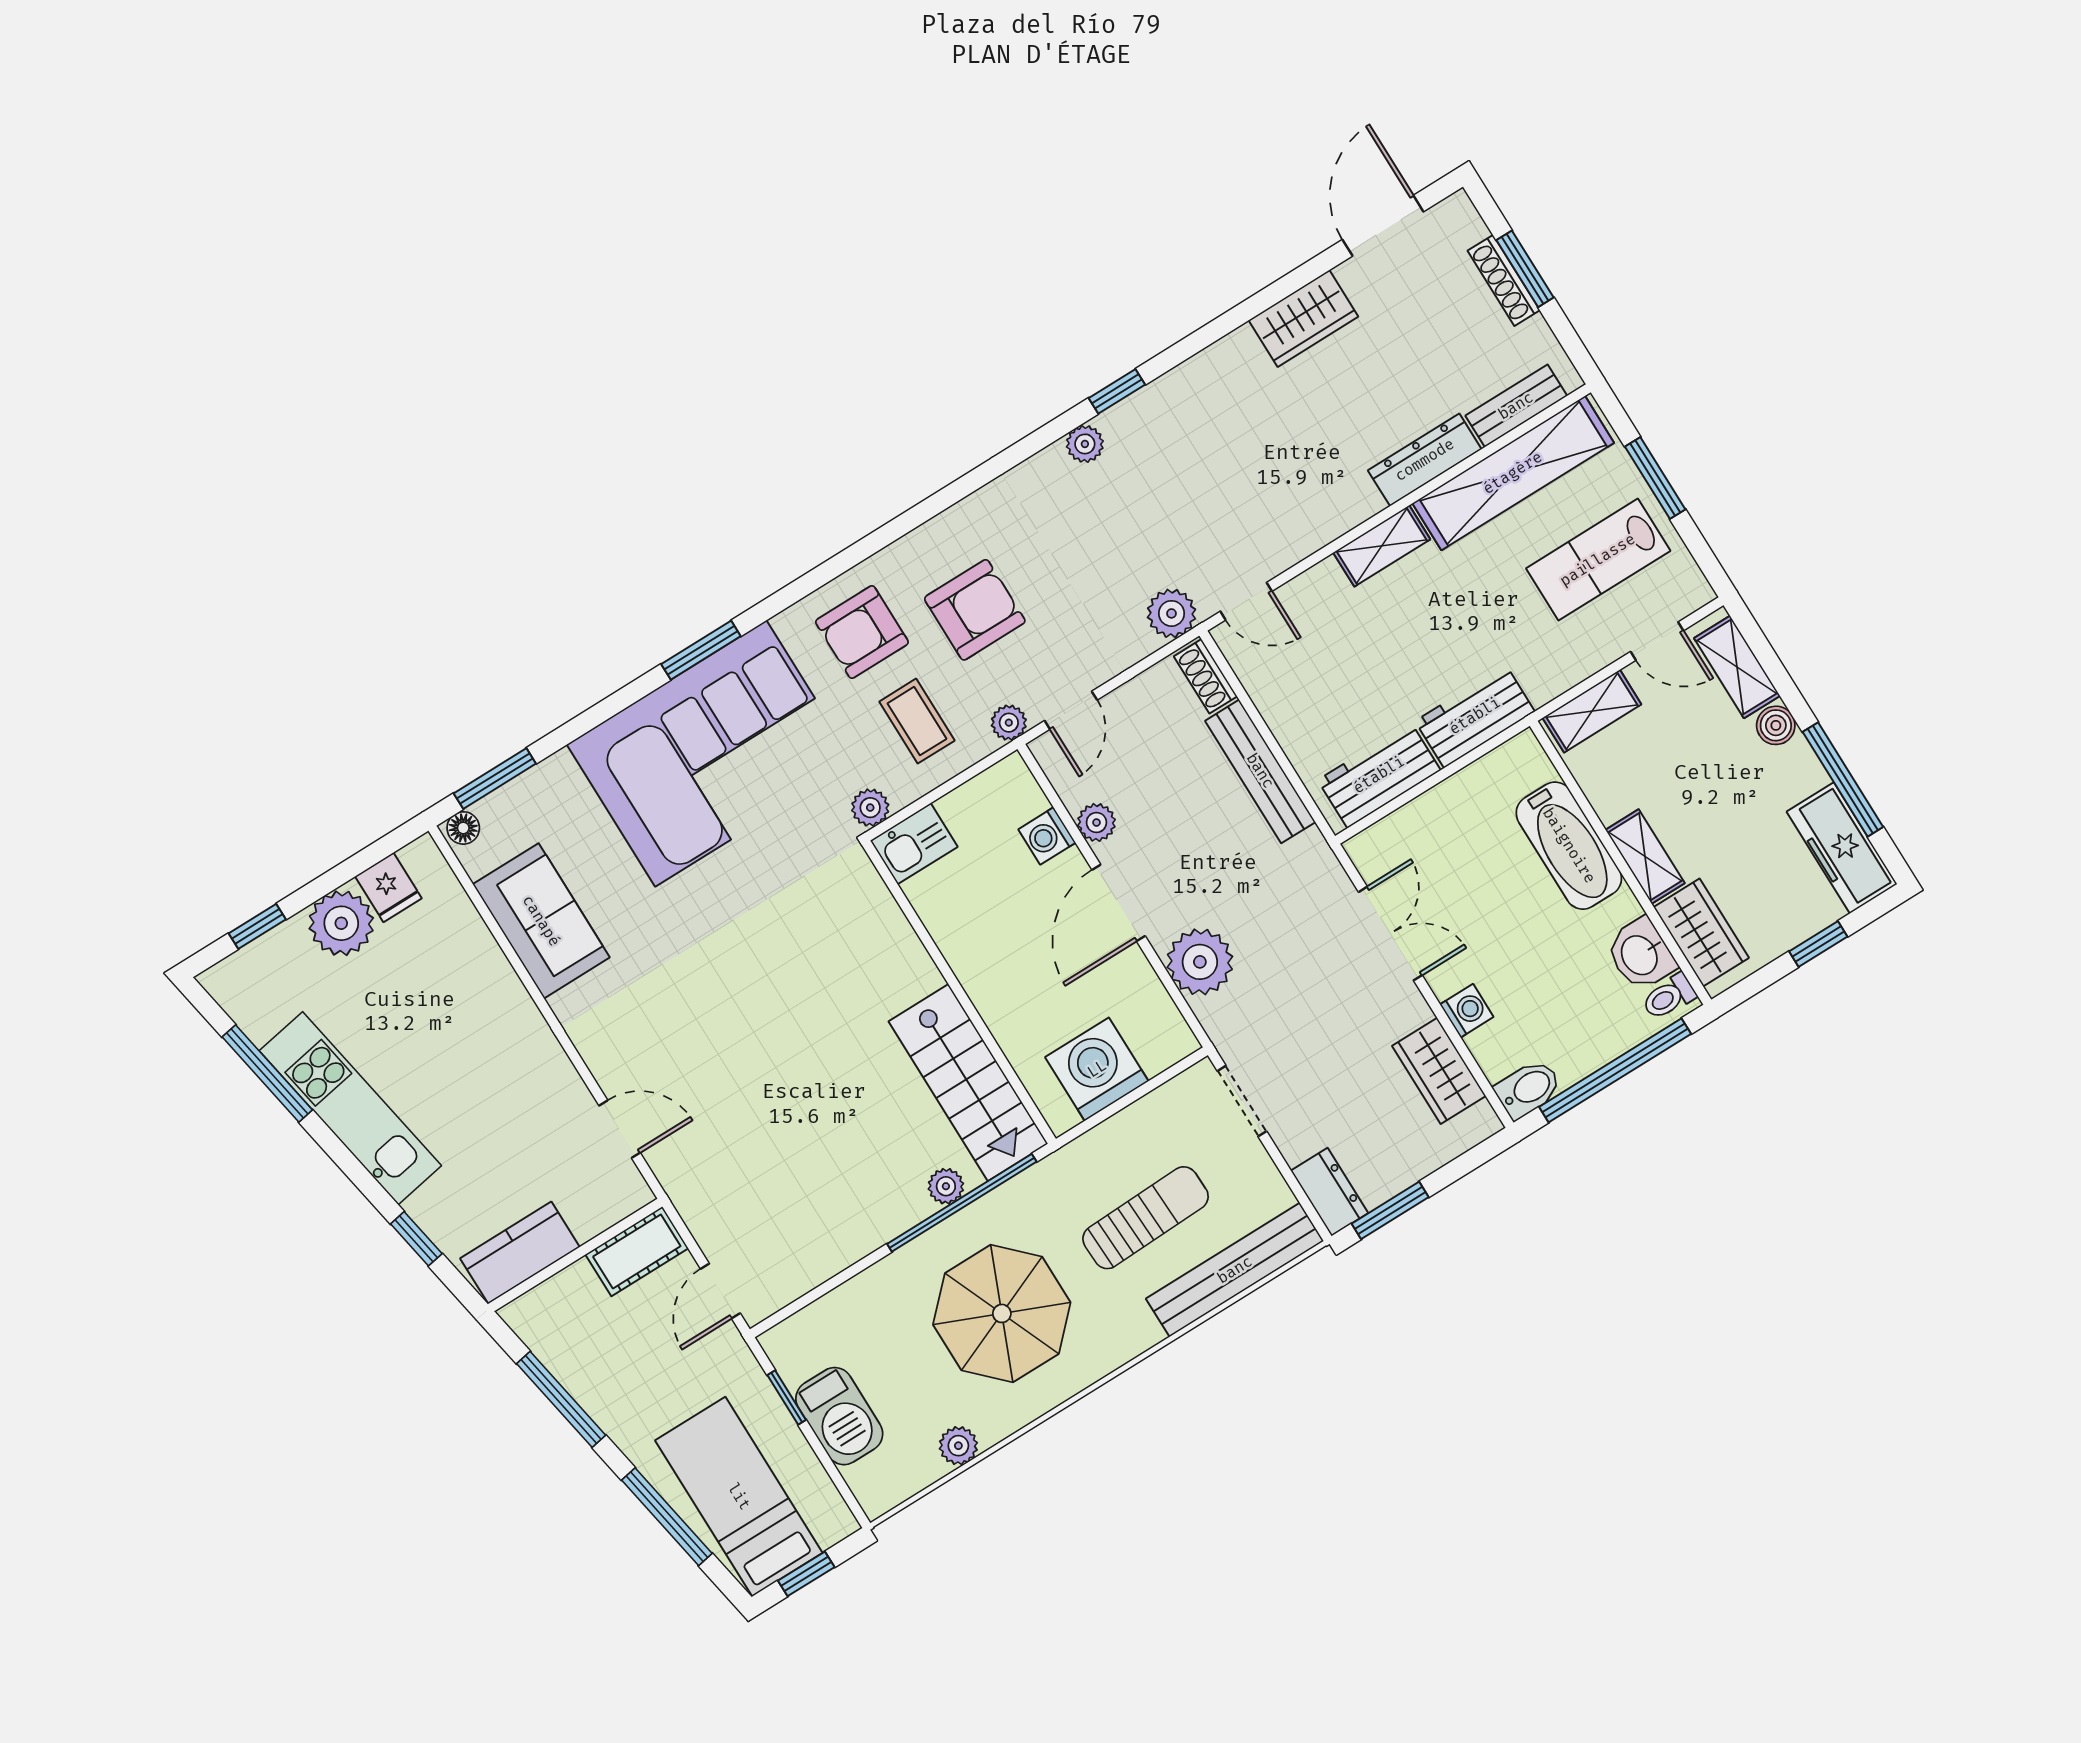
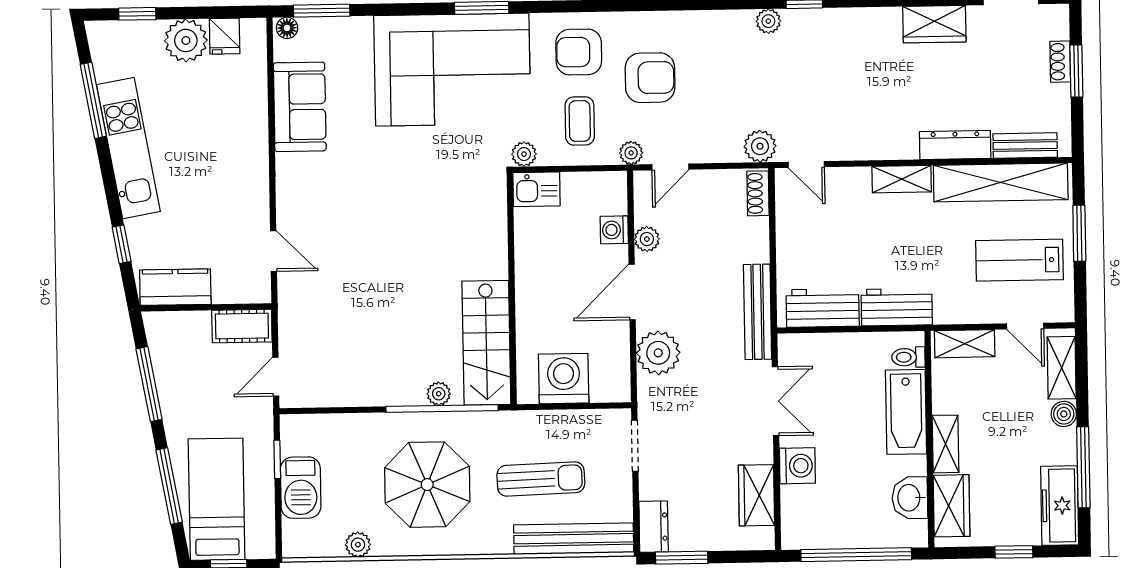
shoe rack: (1504, 280) -> (1060, 62), width x0.70
bench: (1260, 771) -> (758, 312), moved
toilet: (1669, 997) -> (908, 357), moved
washing machine: (1467, 1011) -> (797, 466), width x1.38, depth x1.38
bidet: (1528, 1089) -> (801, 536), removed

